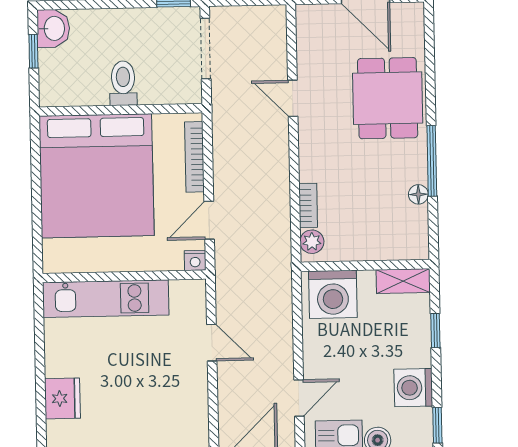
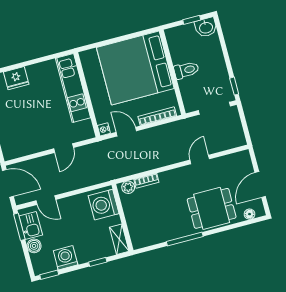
floor lamp: (418, 194) -> (250, 214), moved

